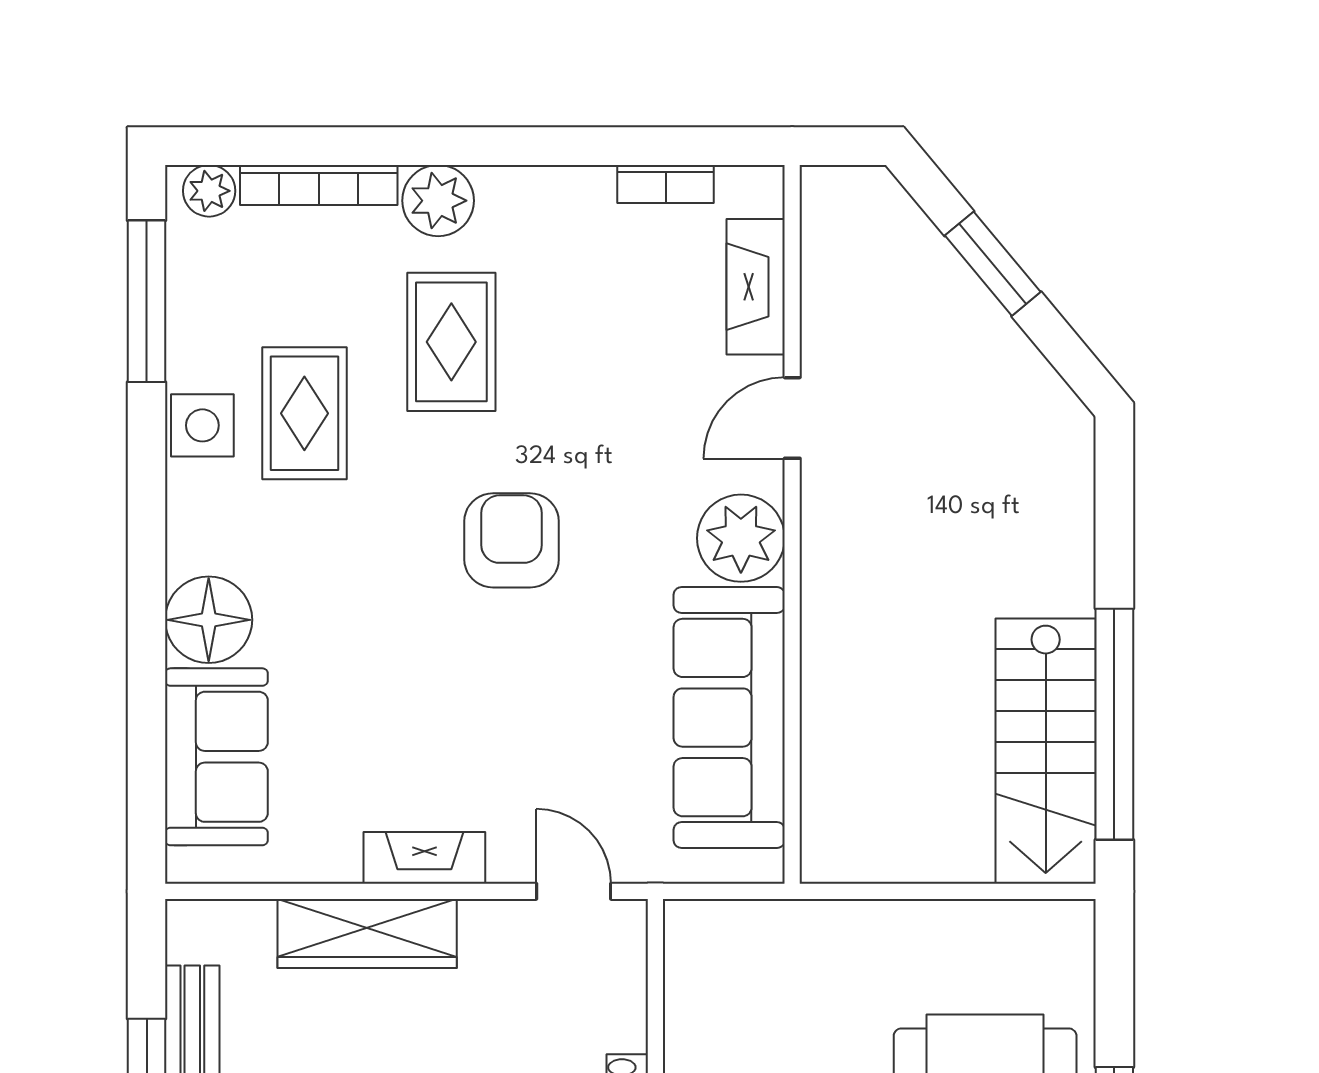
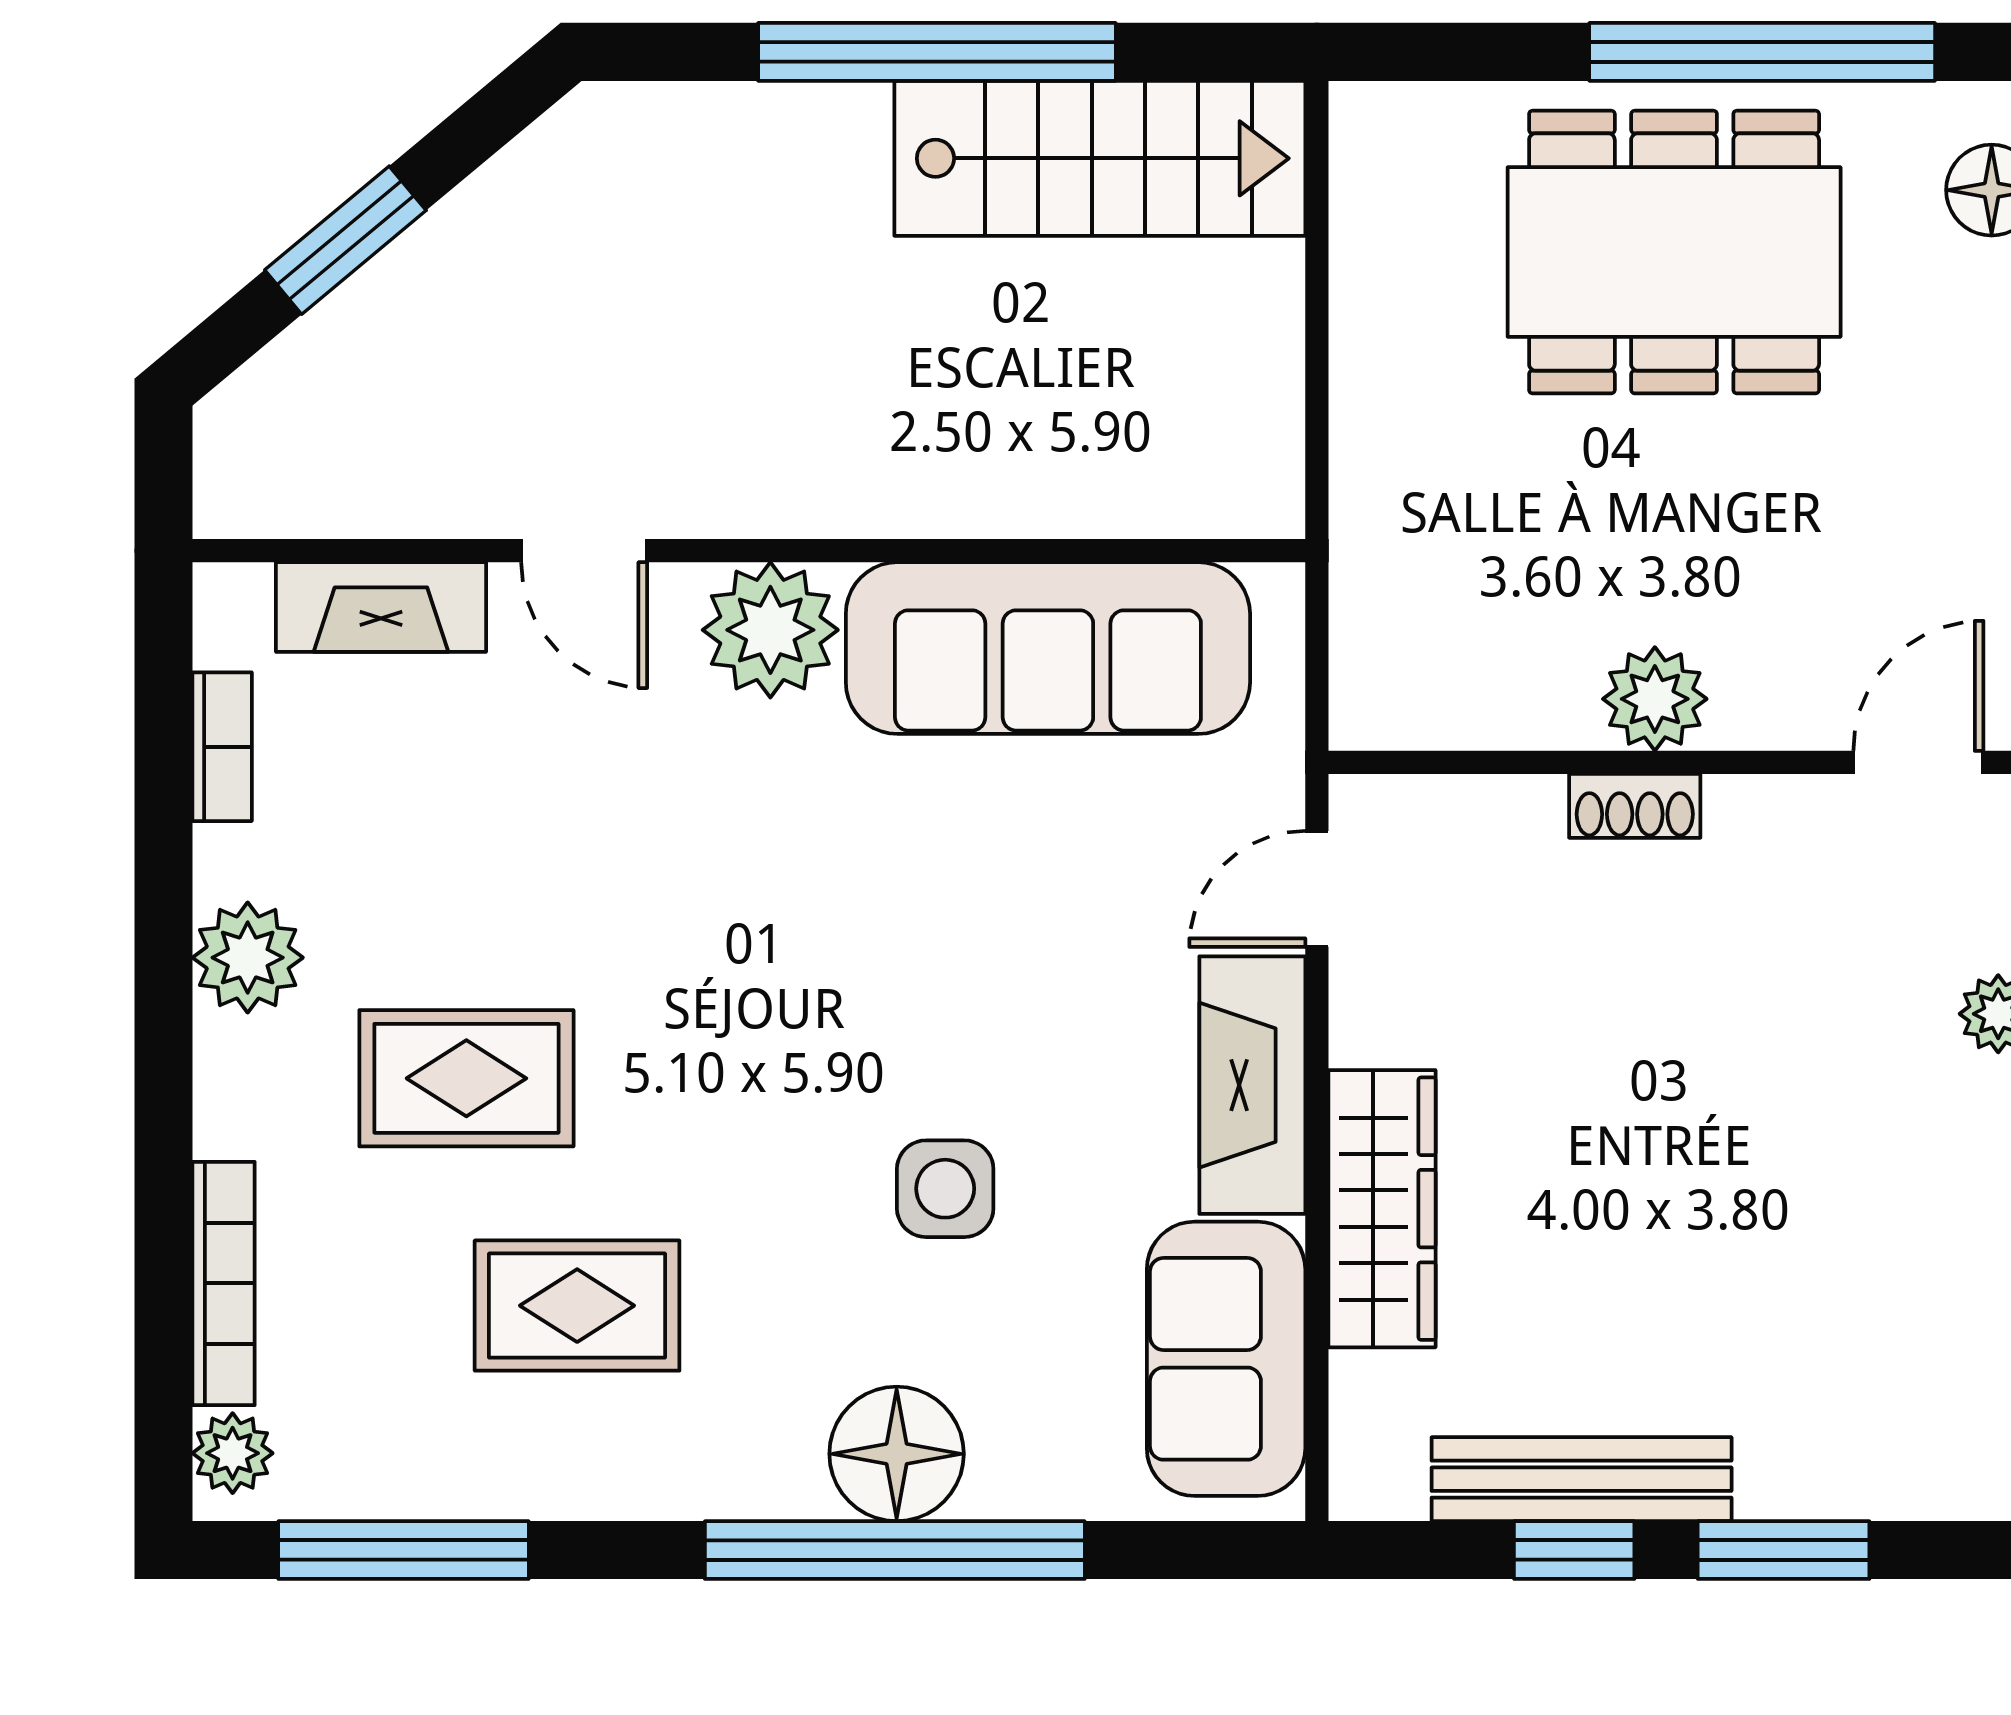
plant: (438, 201) -> (248, 958), moved
side table: (202, 425) -> (945, 1189), moved
armchair: (512, 540) -> (774, 985), removed
window: (147, 619) -> (895, 1550), added
window: (1114, 724) -> (937, 52), moved
sofa: (216, 757) -> (1226, 1359), moved, turned -90
fireplace: (424, 858) -> (1252, 1085), width x1.37, depth x1.32

